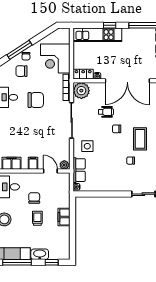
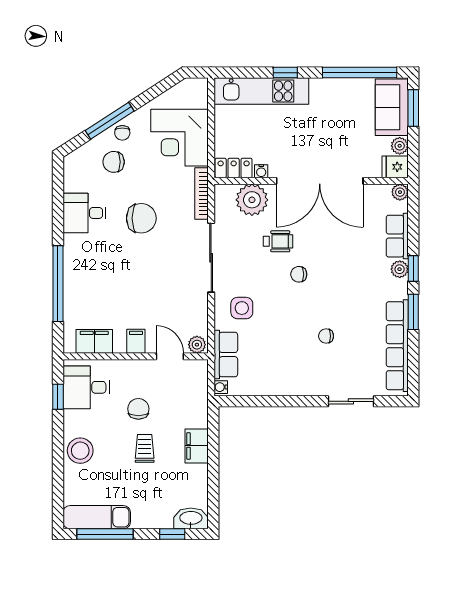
plant: (81, 91) -> (252, 200), moved
coffee table: (140, 139) -> (344, 294), removed
washbasin: (40, 254) -> (191, 518), moved

